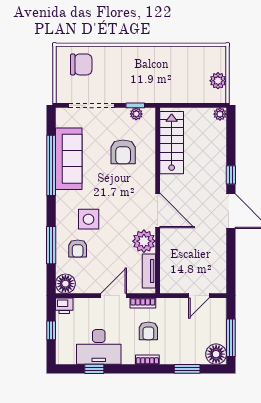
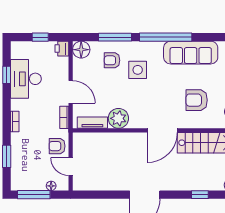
window: (51, 165) -> (166, 37), moved
window: (231, 175) -> (200, 195), moved
door: (158, 211) -> (162, 130), moved
armchair: (148, 331) -> (57, 146), moved
floor lamp: (216, 354) -> (51, 186), moved, width x0.53, depth x0.53

